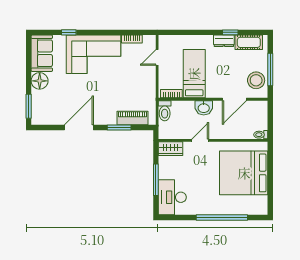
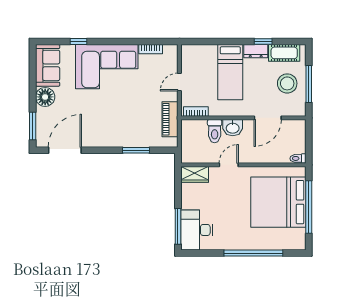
door: (157, 57) -> (179, 82), moved
bed: (194, 74) -> (230, 72), moved, turned 180
stool: (256, 80) -> (287, 83), moved
toilet: (165, 111) -> (215, 131), moved
piano: (132, 118) -> (170, 119), moved, turned -90
door: (79, 127) -> (65, 150), moved
window: (270, 177) -> (309, 207), added
window: (156, 180) -> (178, 226), moved

